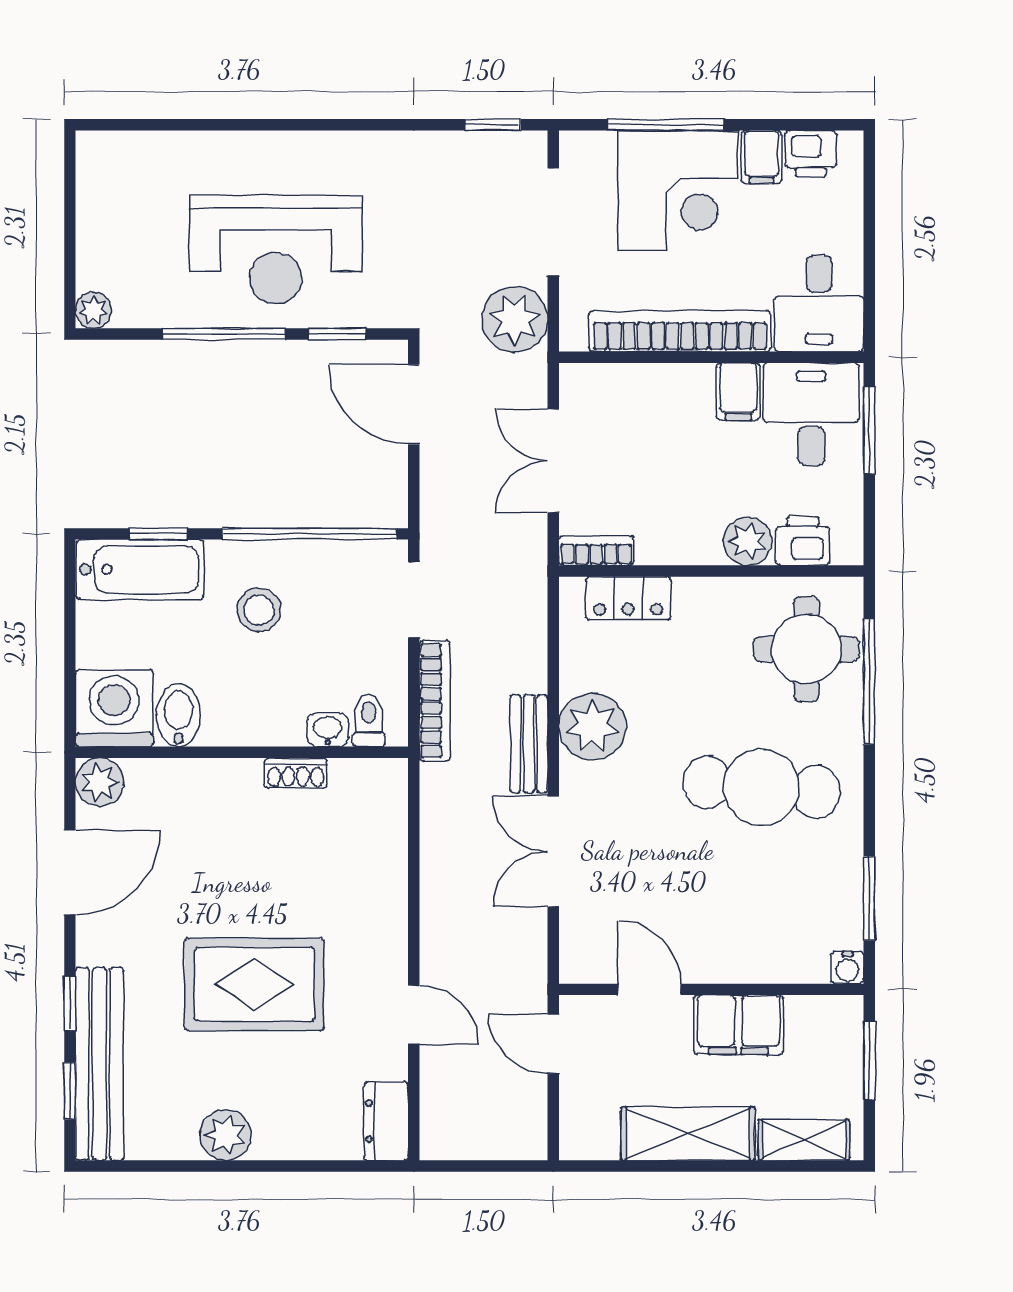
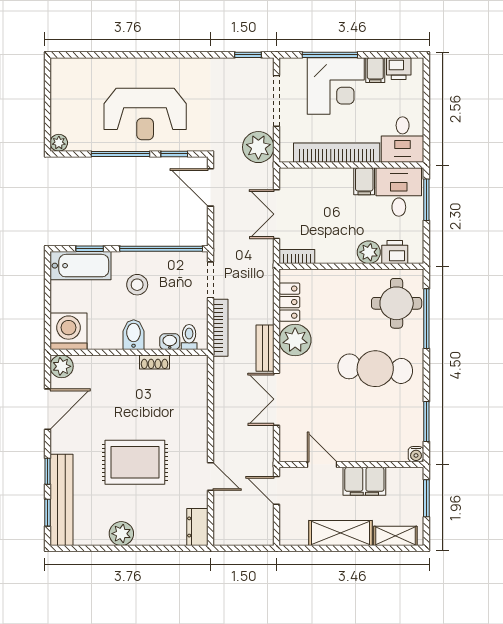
locker: (628, 598) -> (289, 302), moved, turned -90
bidet: (178, 715) -> (134, 335), moved

